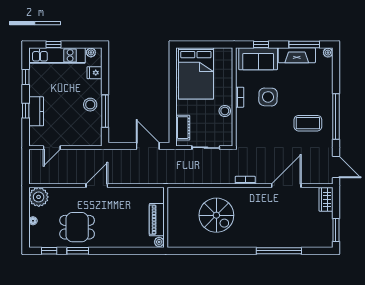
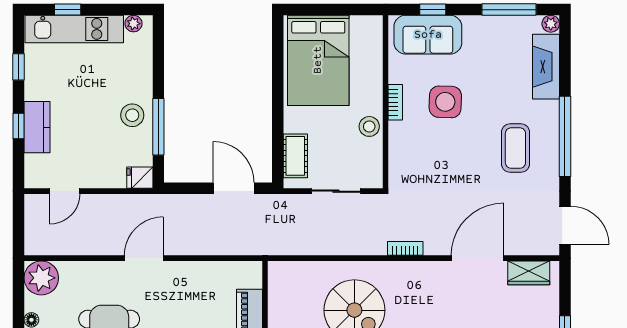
fireplace: (297, 55) -> (546, 67), moved, turned 90
fridge: (95, 73) -> (140, 178), moved
coffee table: (308, 123) -> (515, 148), turned 90
wardrobe: (326, 199) -> (529, 273), moved, turned -90

